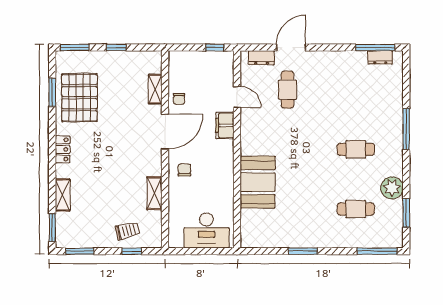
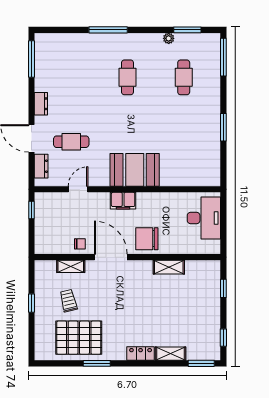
window: (75, 48) -> (32, 342), removed
dresser: (380, 57) -> (41, 104), moved
window: (52, 92) -> (97, 363), moved
filing cabinet: (225, 125) -> (123, 201), moved
locker: (63, 149) -> (141, 354), moved
chair: (184, 170) -> (147, 239), width x1.87, depth x1.87
booth: (258, 182) -> (135, 170), moved
plant: (392, 188) -> (169, 38), width x0.53, depth x0.53
trolley: (127, 231) -> (68, 301), moved
window: (80, 251) -> (223, 338), width x0.67

